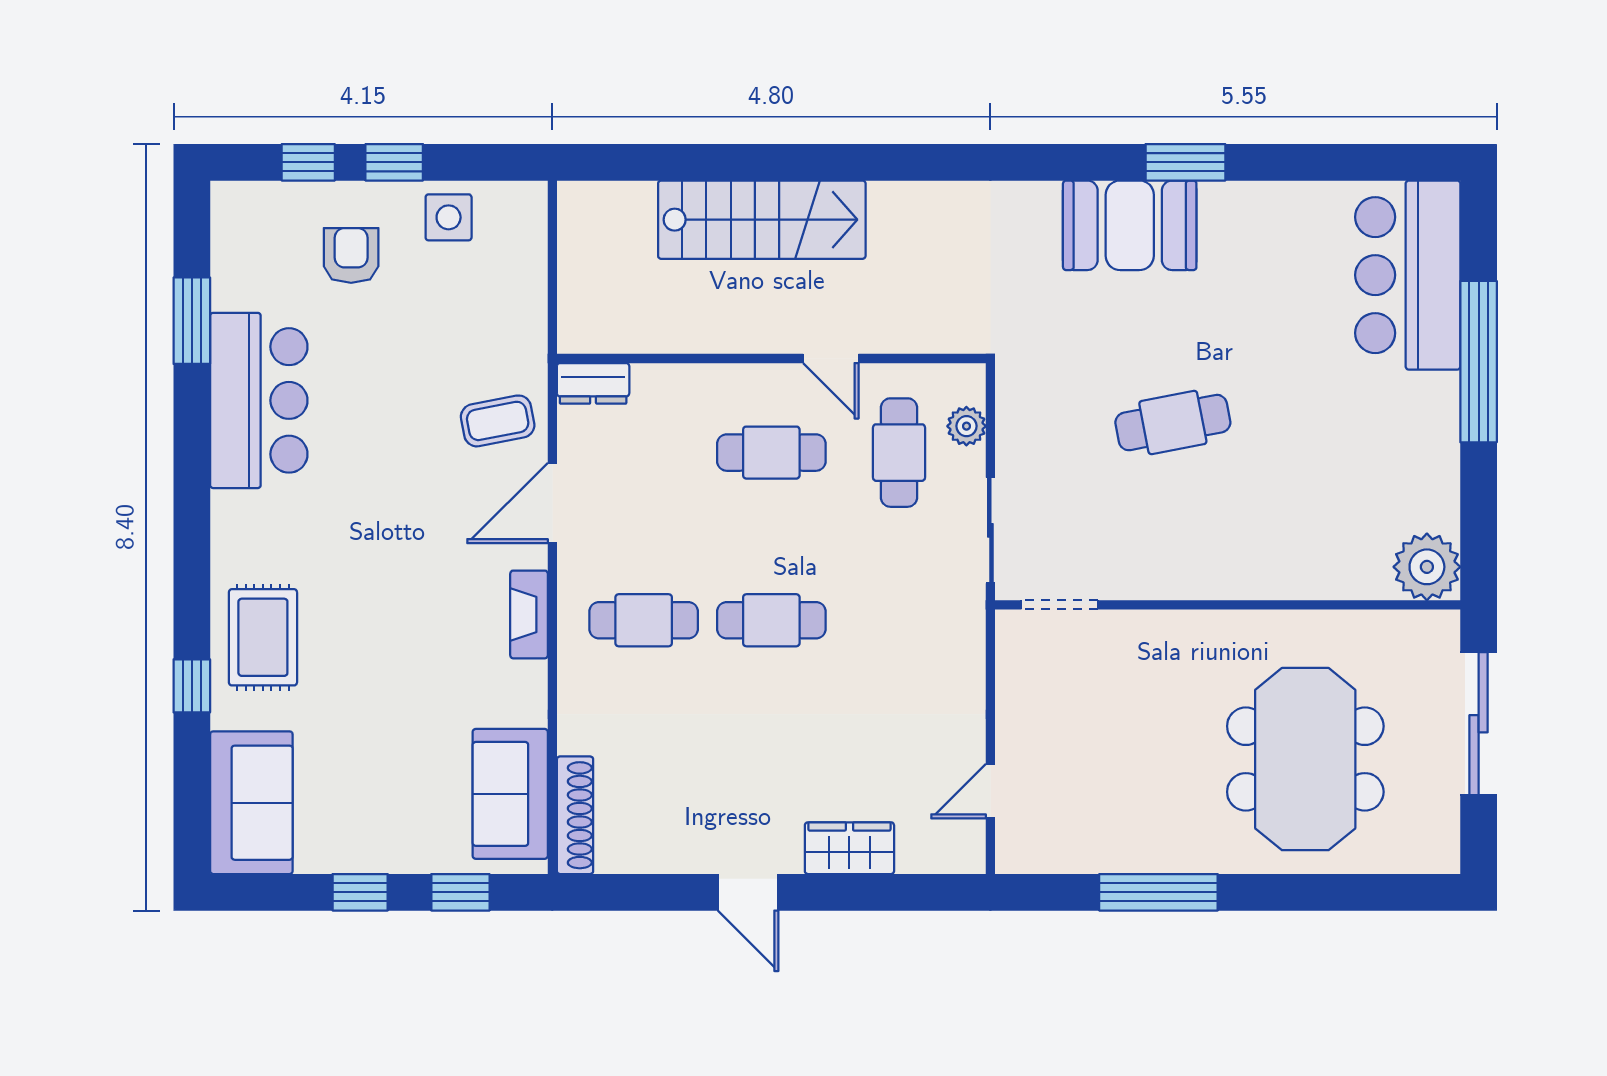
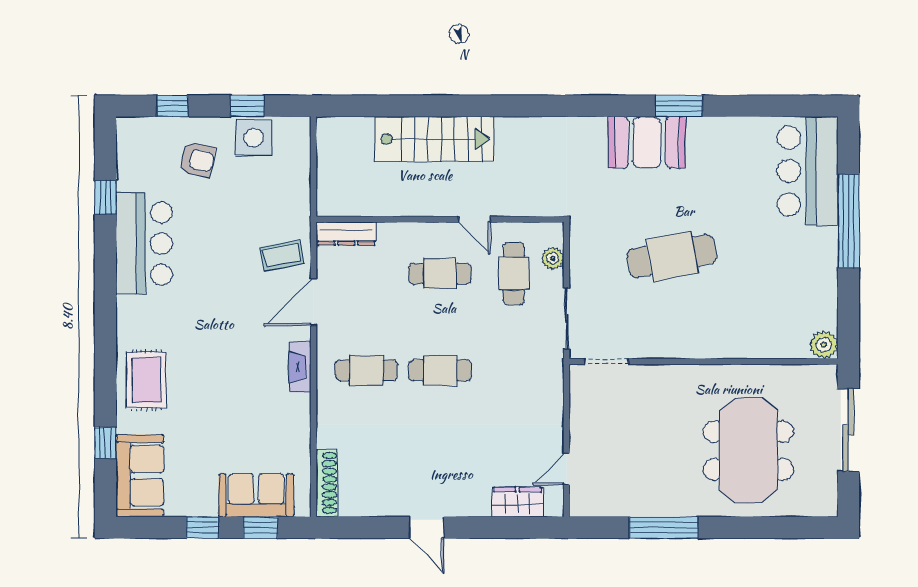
window: (394, 162) -> (247, 106), moved
side table: (449, 217) -> (254, 138), width x1.37, depth x1.37
armchair: (351, 255) -> (197, 160), turned 101
window: (192, 321) -> (105, 197), width x0.67
dresser: (593, 383) -> (346, 234), width x1.44
cafe table: (1173, 423) -> (672, 256), width x1.37, depth x1.35
plant: (1427, 567) -> (824, 345), width x0.73, depth x0.73
window: (192, 686) -> (105, 443), moved
sofa: (510, 794) -> (256, 495), moved, turned 90
wardrobe: (849, 848) -> (517, 502), moved

